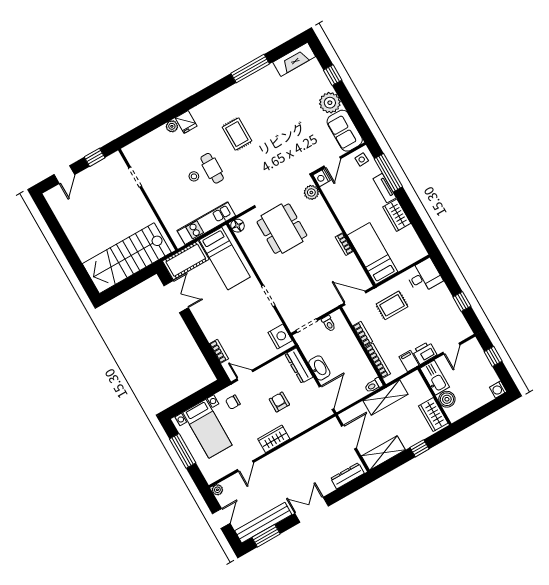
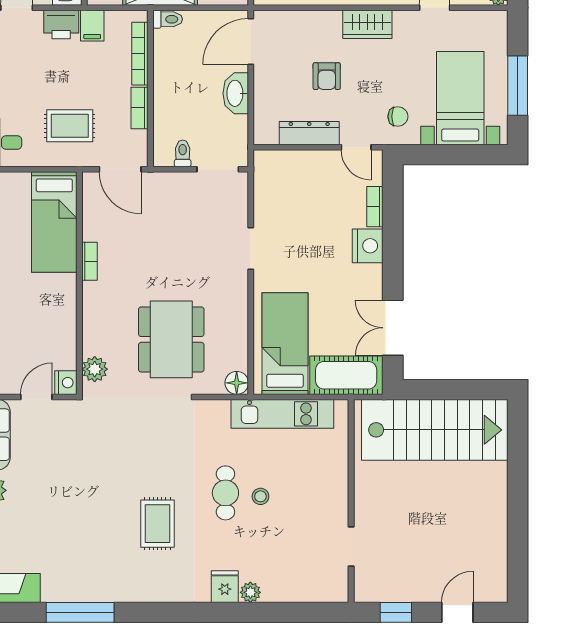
nightstand: (280, 337) -> (368, 246), moved, turned 180
dresser: (299, 366) -> (309, 133), moved, turned -90

